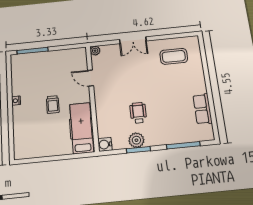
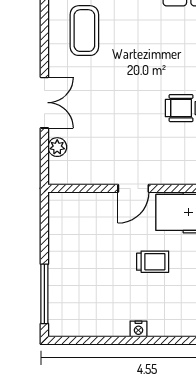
plant: (95, 51) -> (57, 147), moved
door: (91, 78) -> (133, 188), moved

